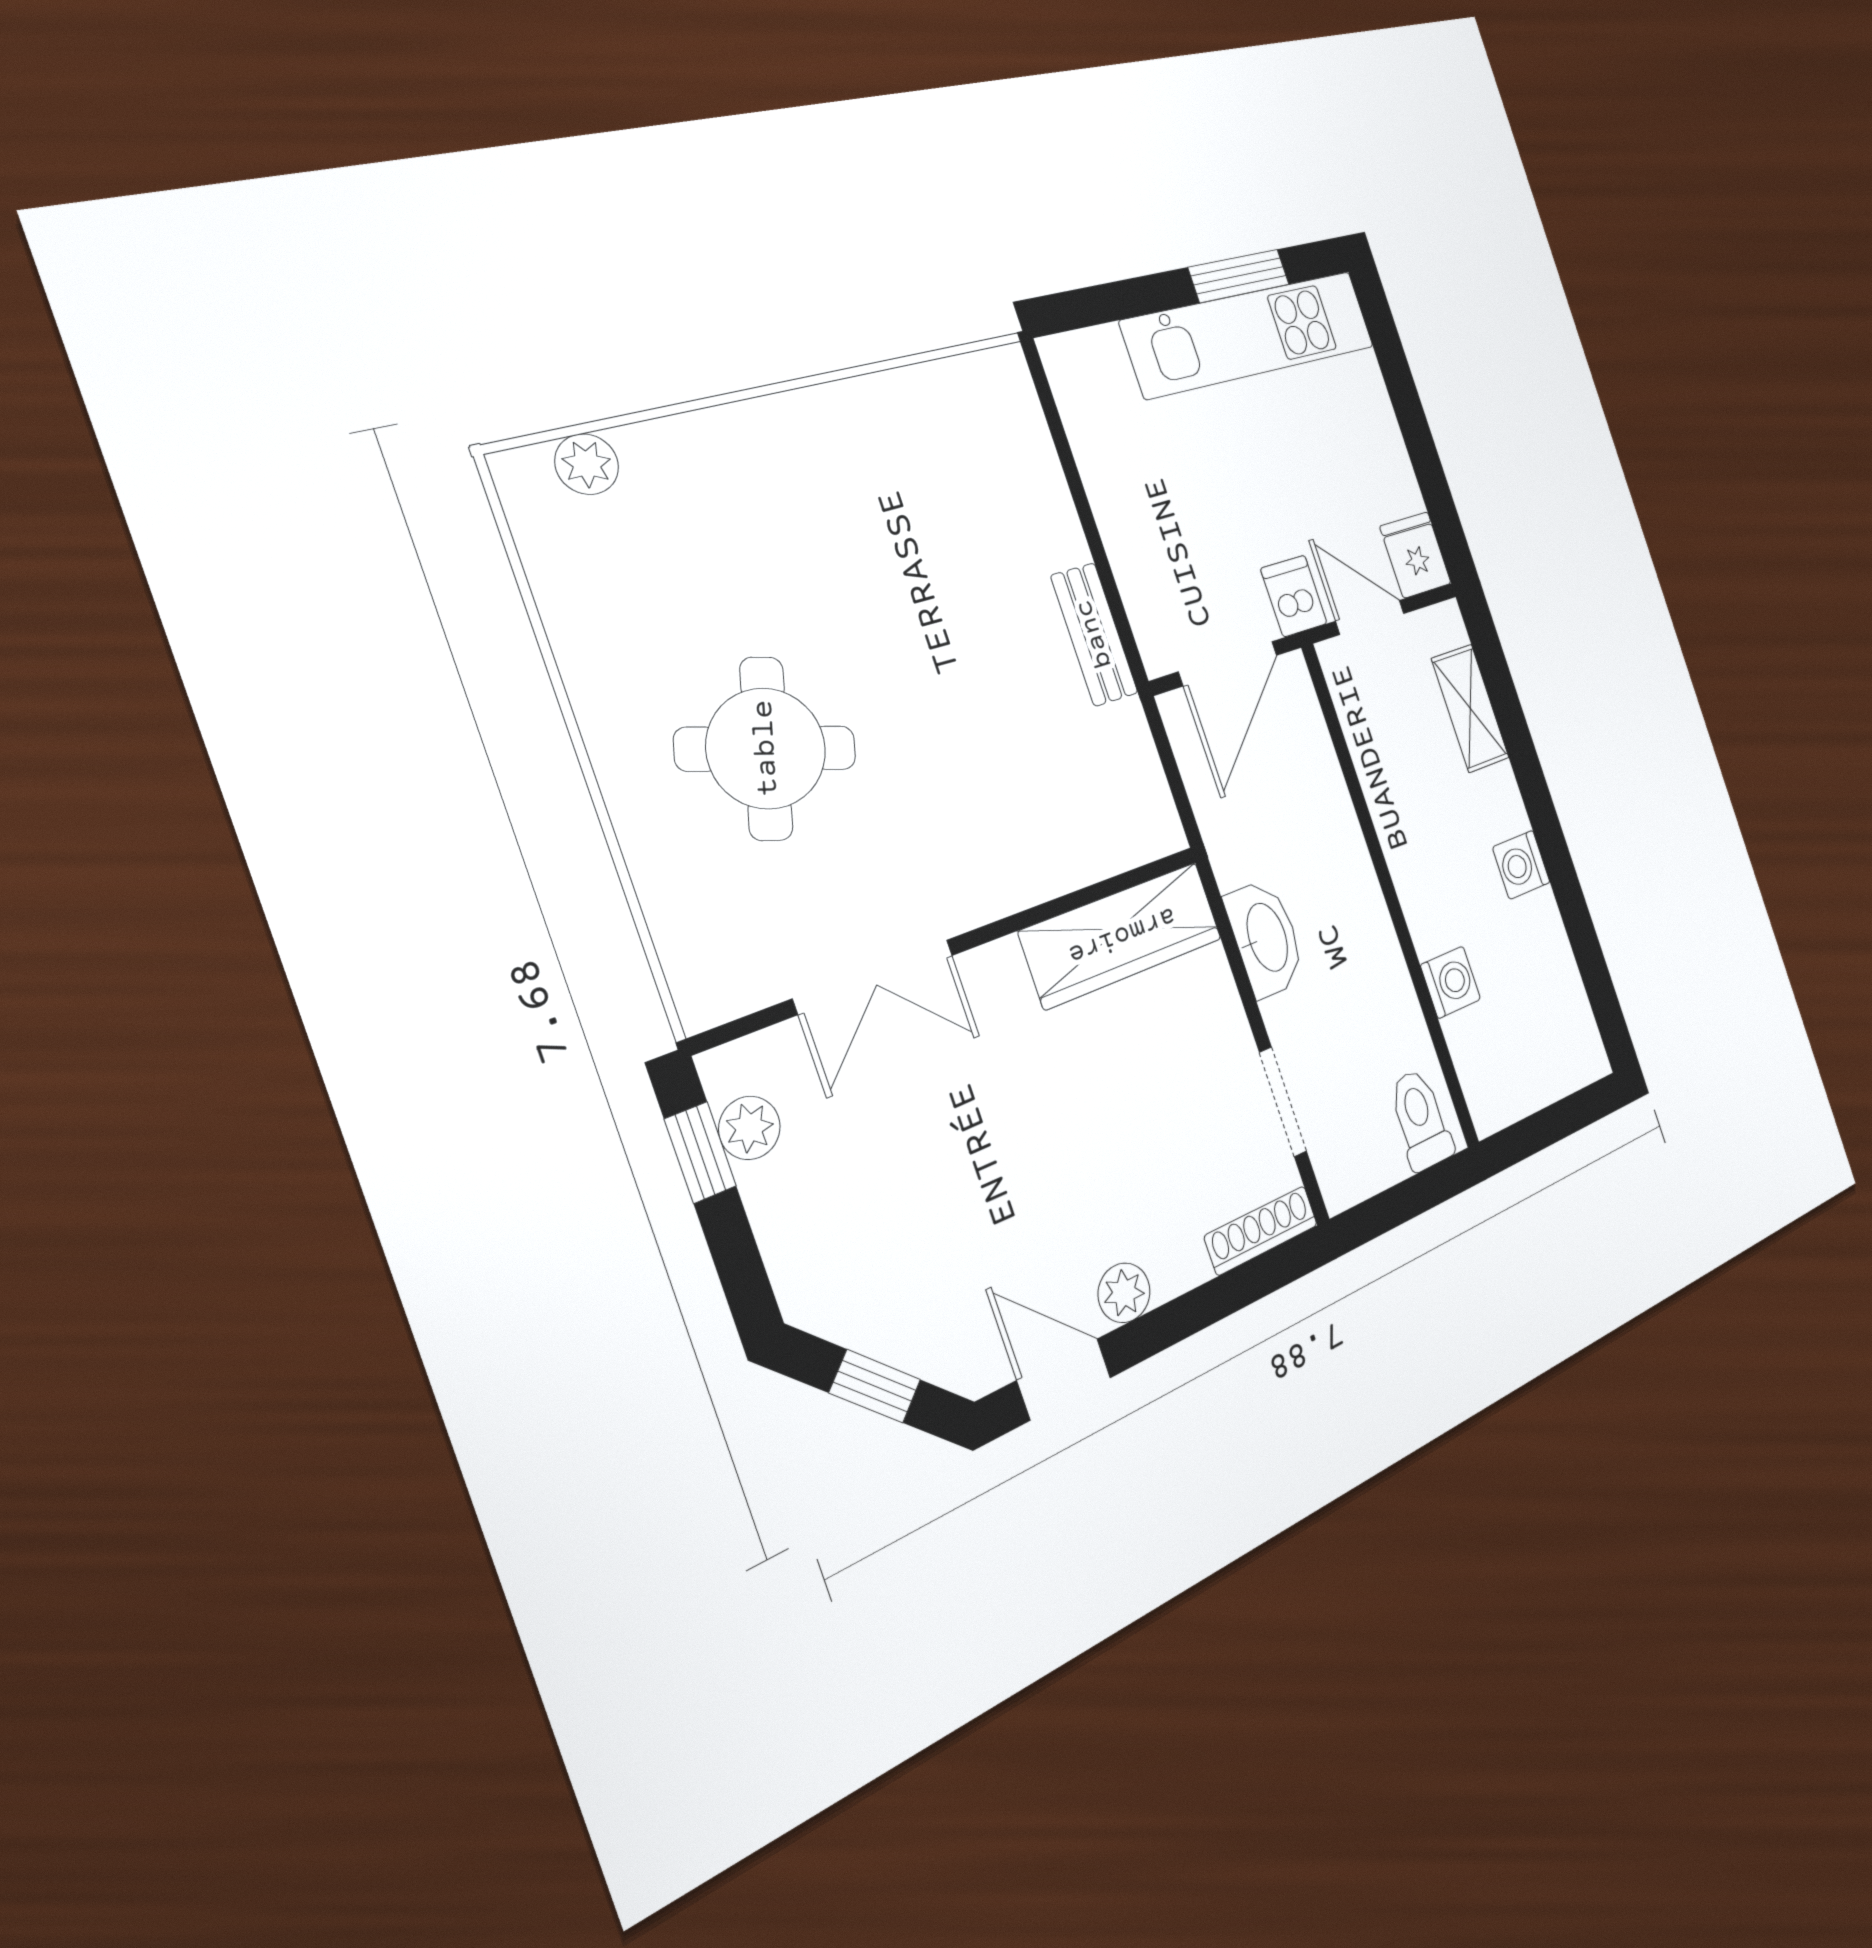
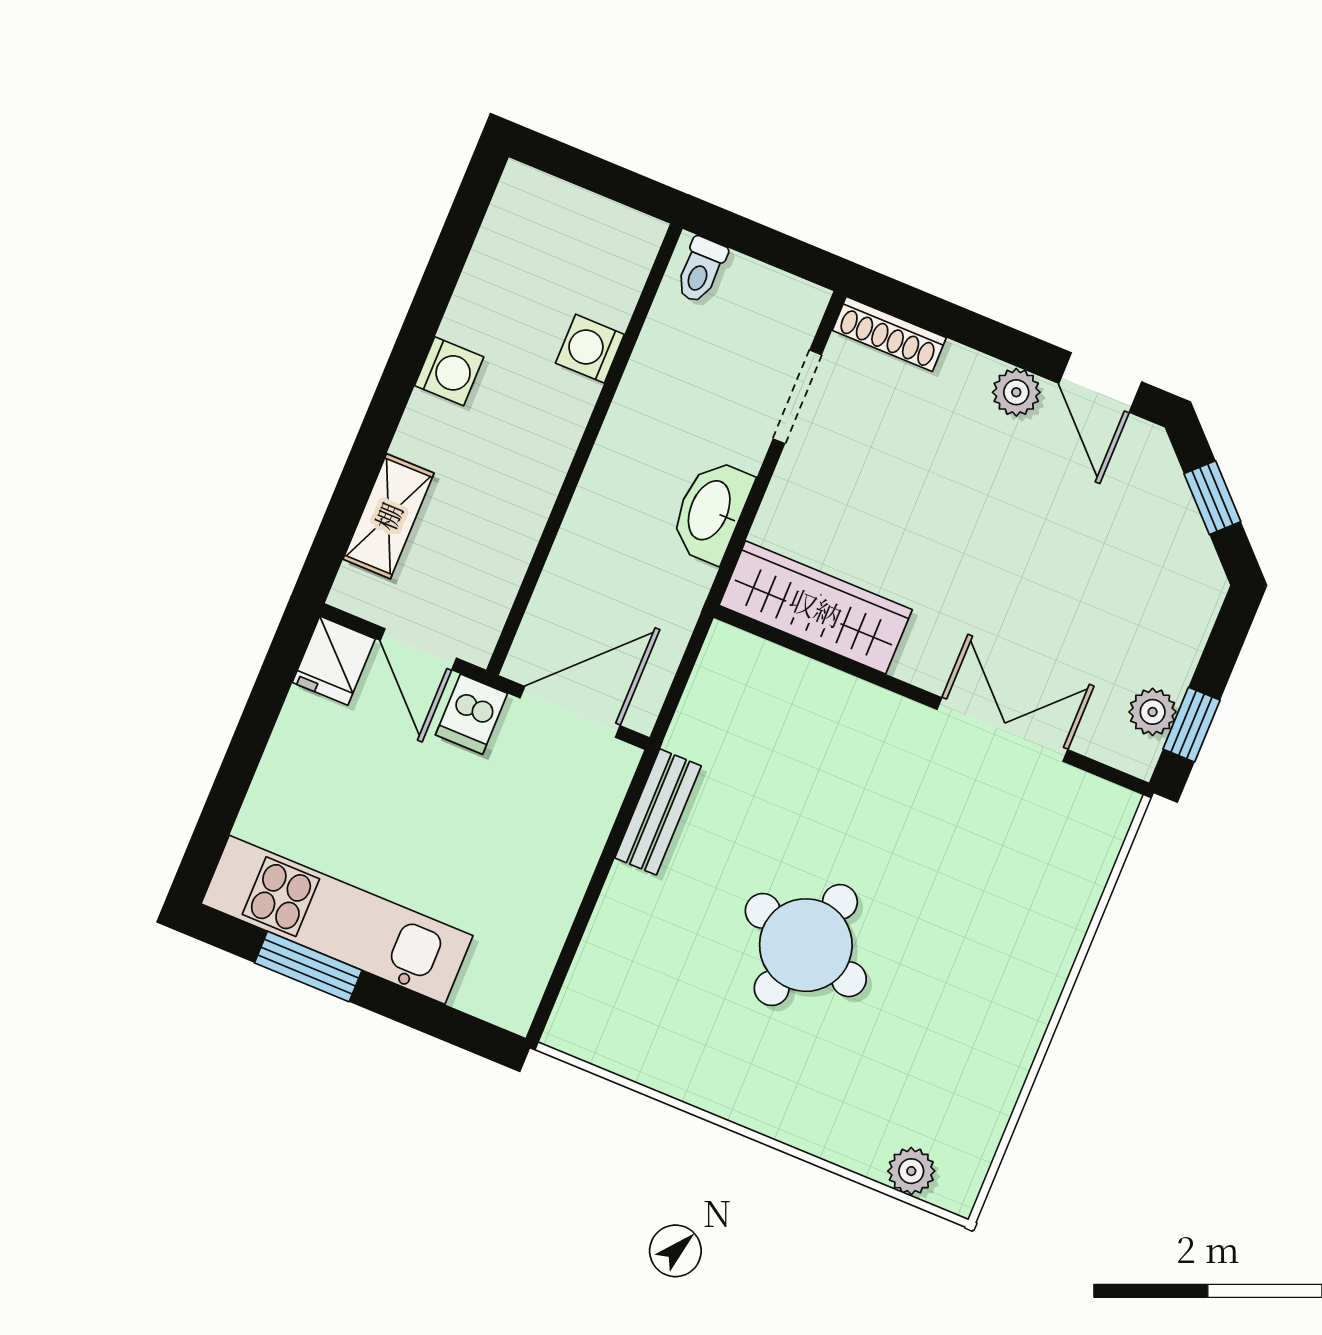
round table: (766, 748) -> (806, 945), moved
toilet: (1421, 1120) -> (701, 270), width x0.73, depth x0.72

